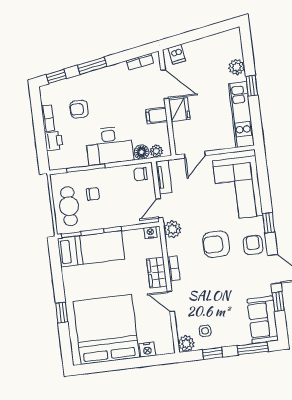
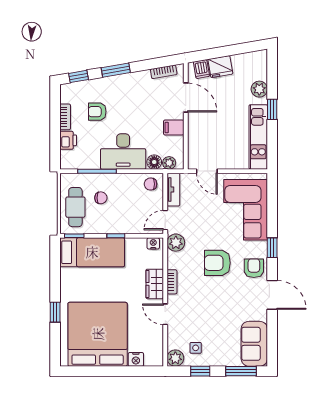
fridge: (179, 110) -> (220, 67), moved, turned 80
door: (195, 155) -> (207, 171), hinge flipped
window: (278, 301) -> (272, 328), removed

